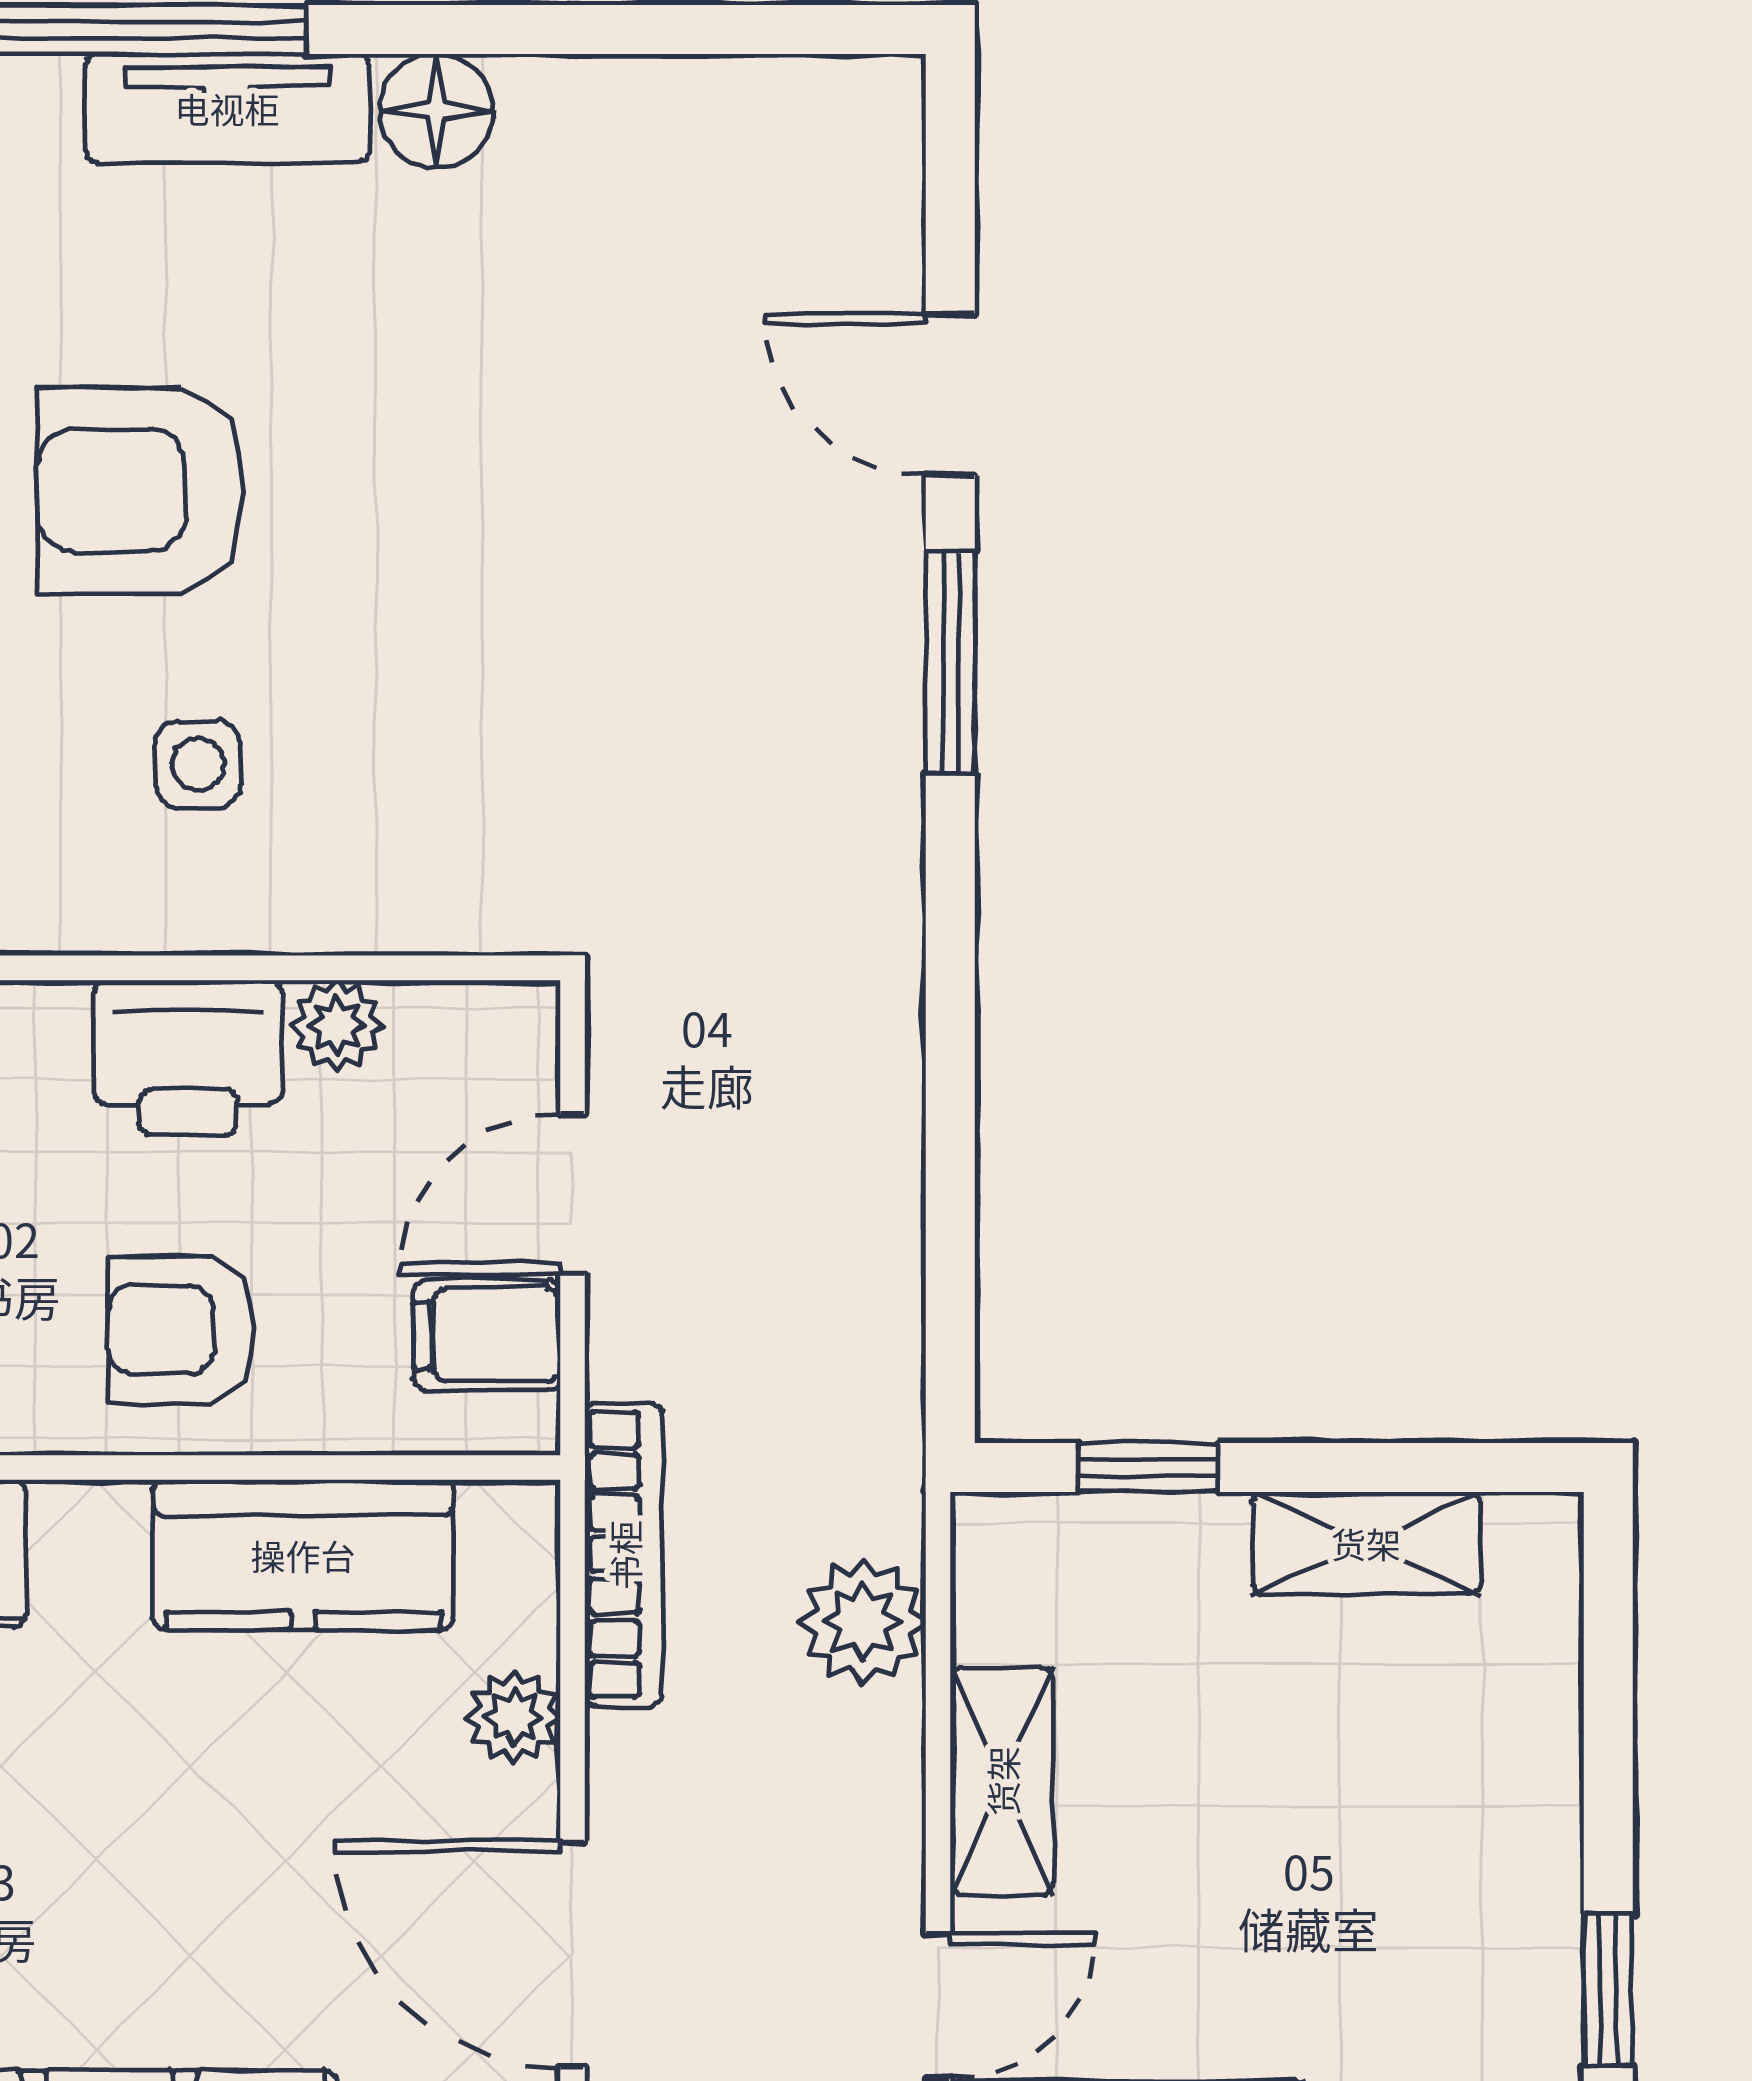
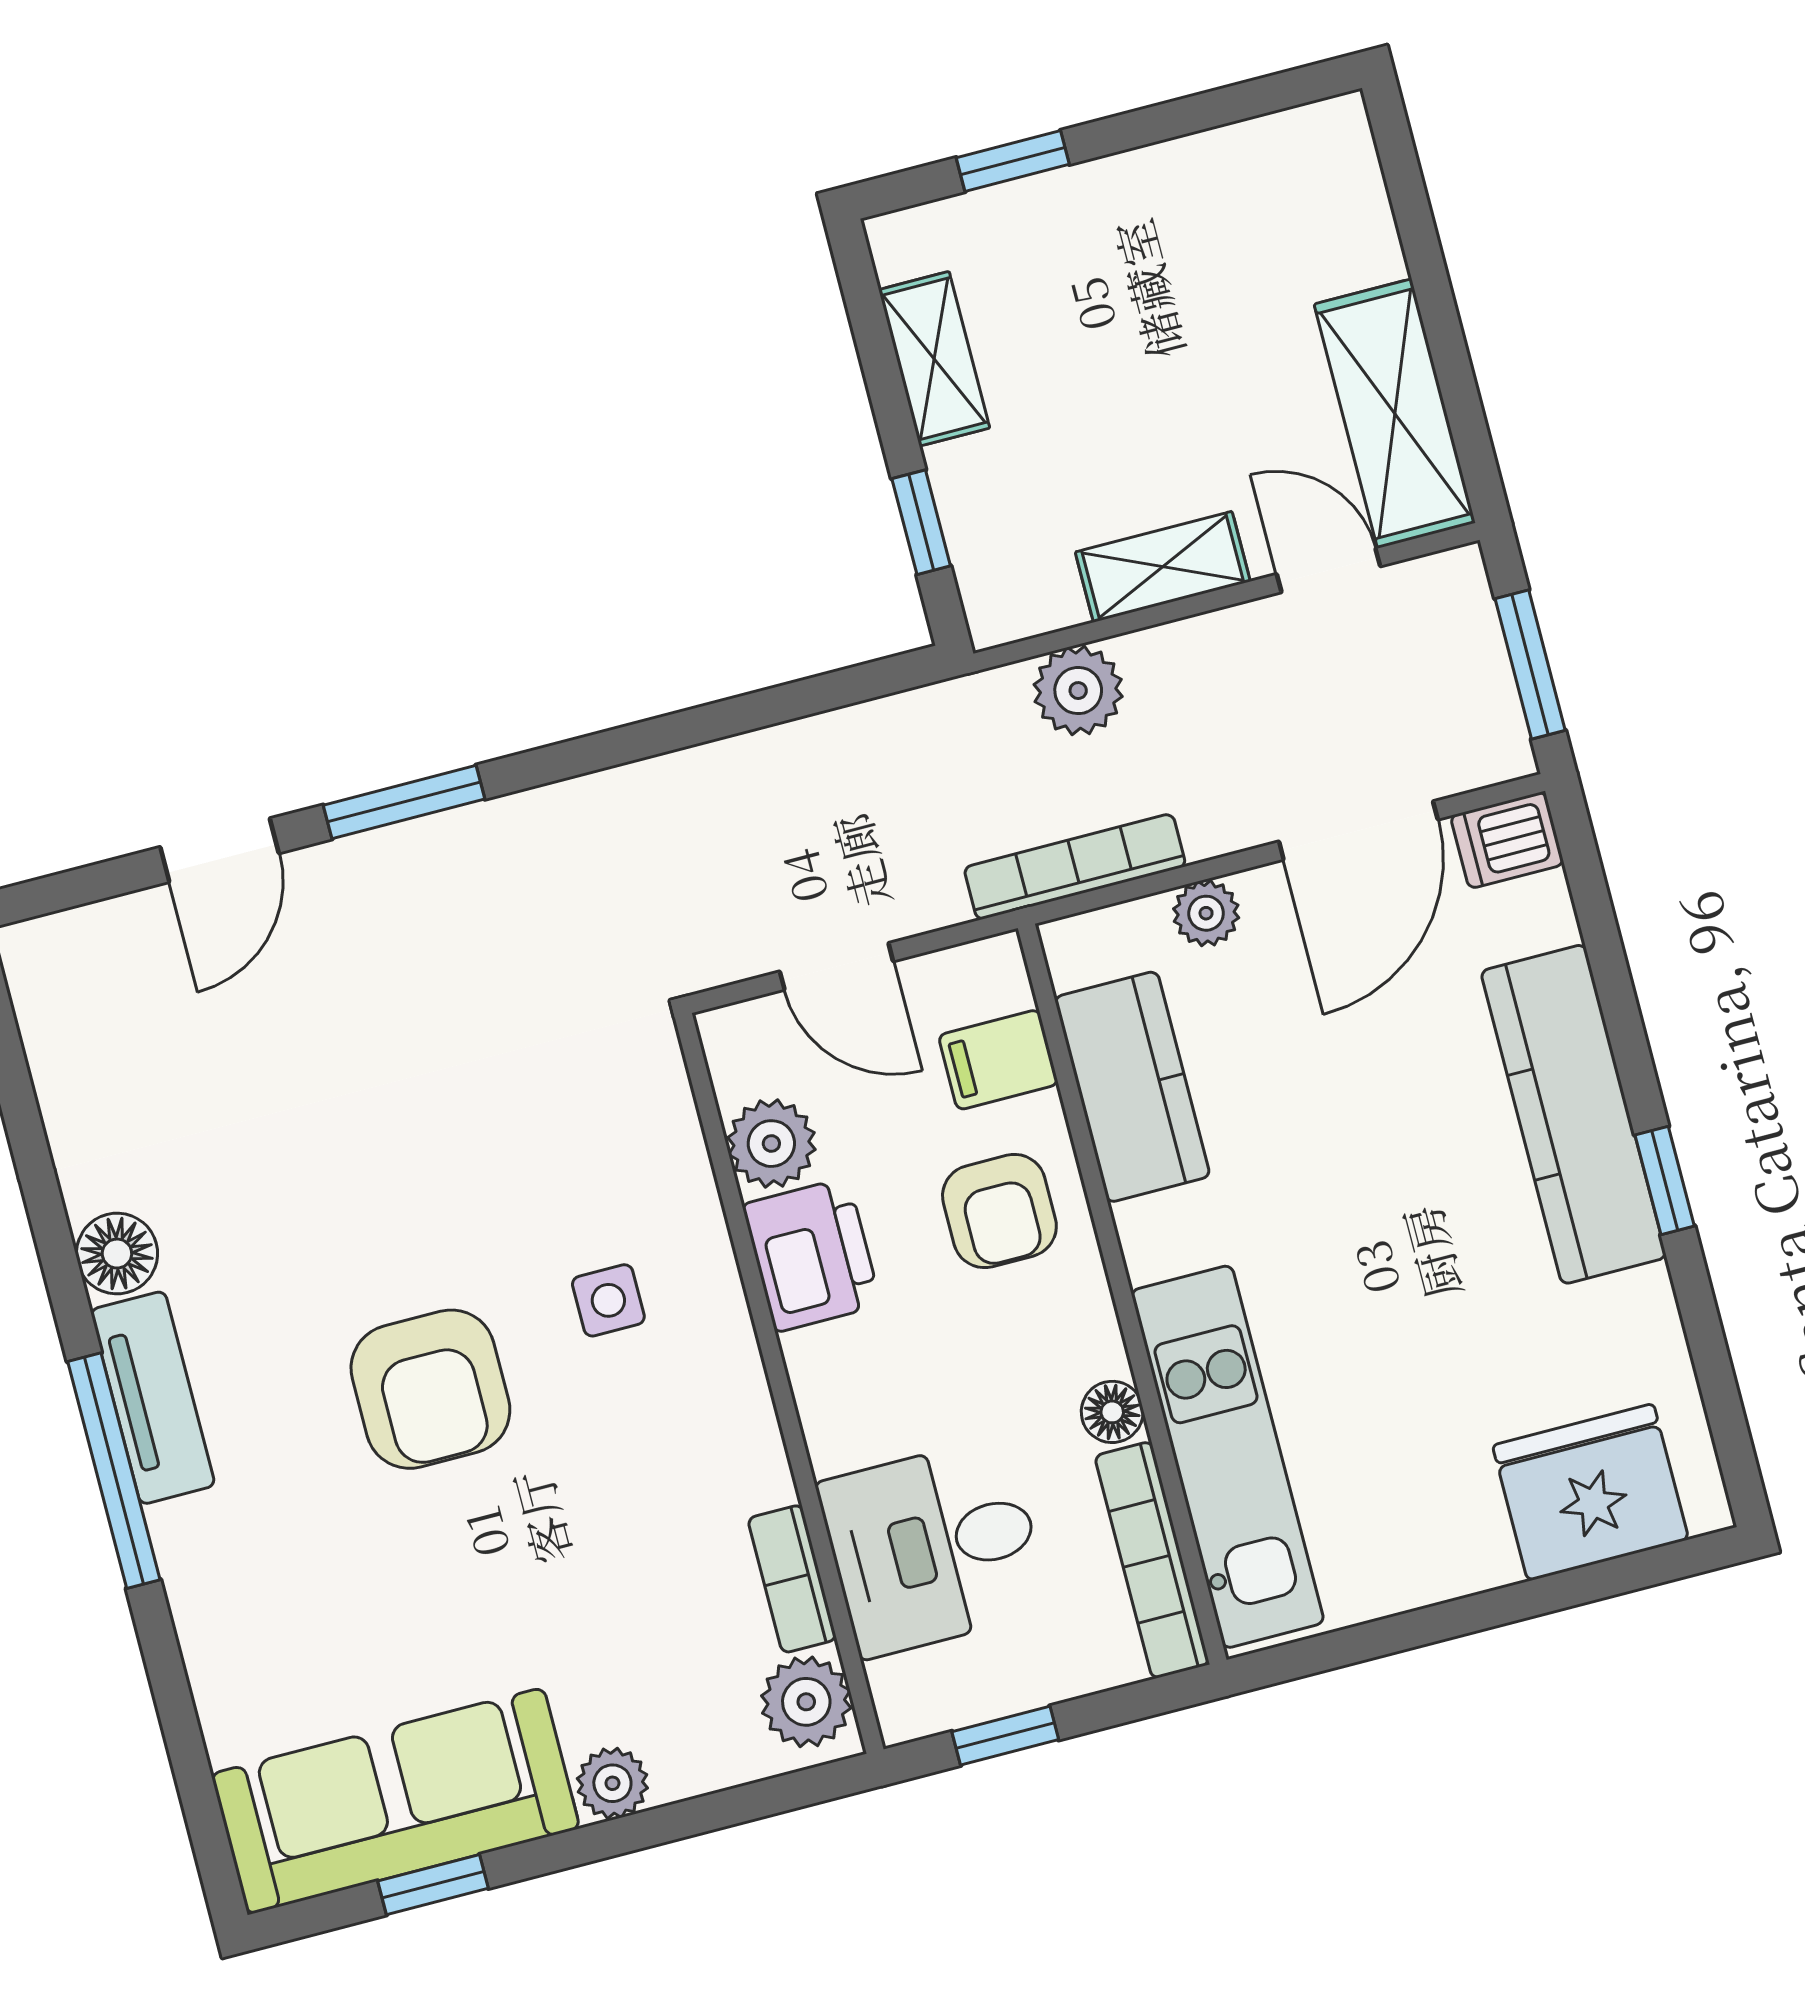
plant: (337, 1025) -> (771, 1144), width x1.38, depth x1.38
filing cabinet: (487, 1335) -> (998, 1060), moved, turned 90
window: (1608, 1990) -> (1013, 161), moved

